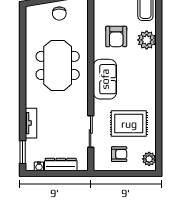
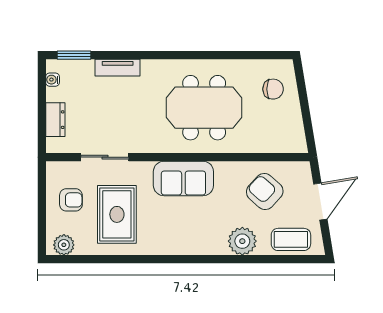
chair: (59, 14) -> (273, 89), moved, turned 180
armchair: (116, 37) -> (265, 192), moved, turned 42
armchair: (119, 154) -> (71, 200), turned -90
dresser: (61, 165) -> (55, 120), width x0.70

